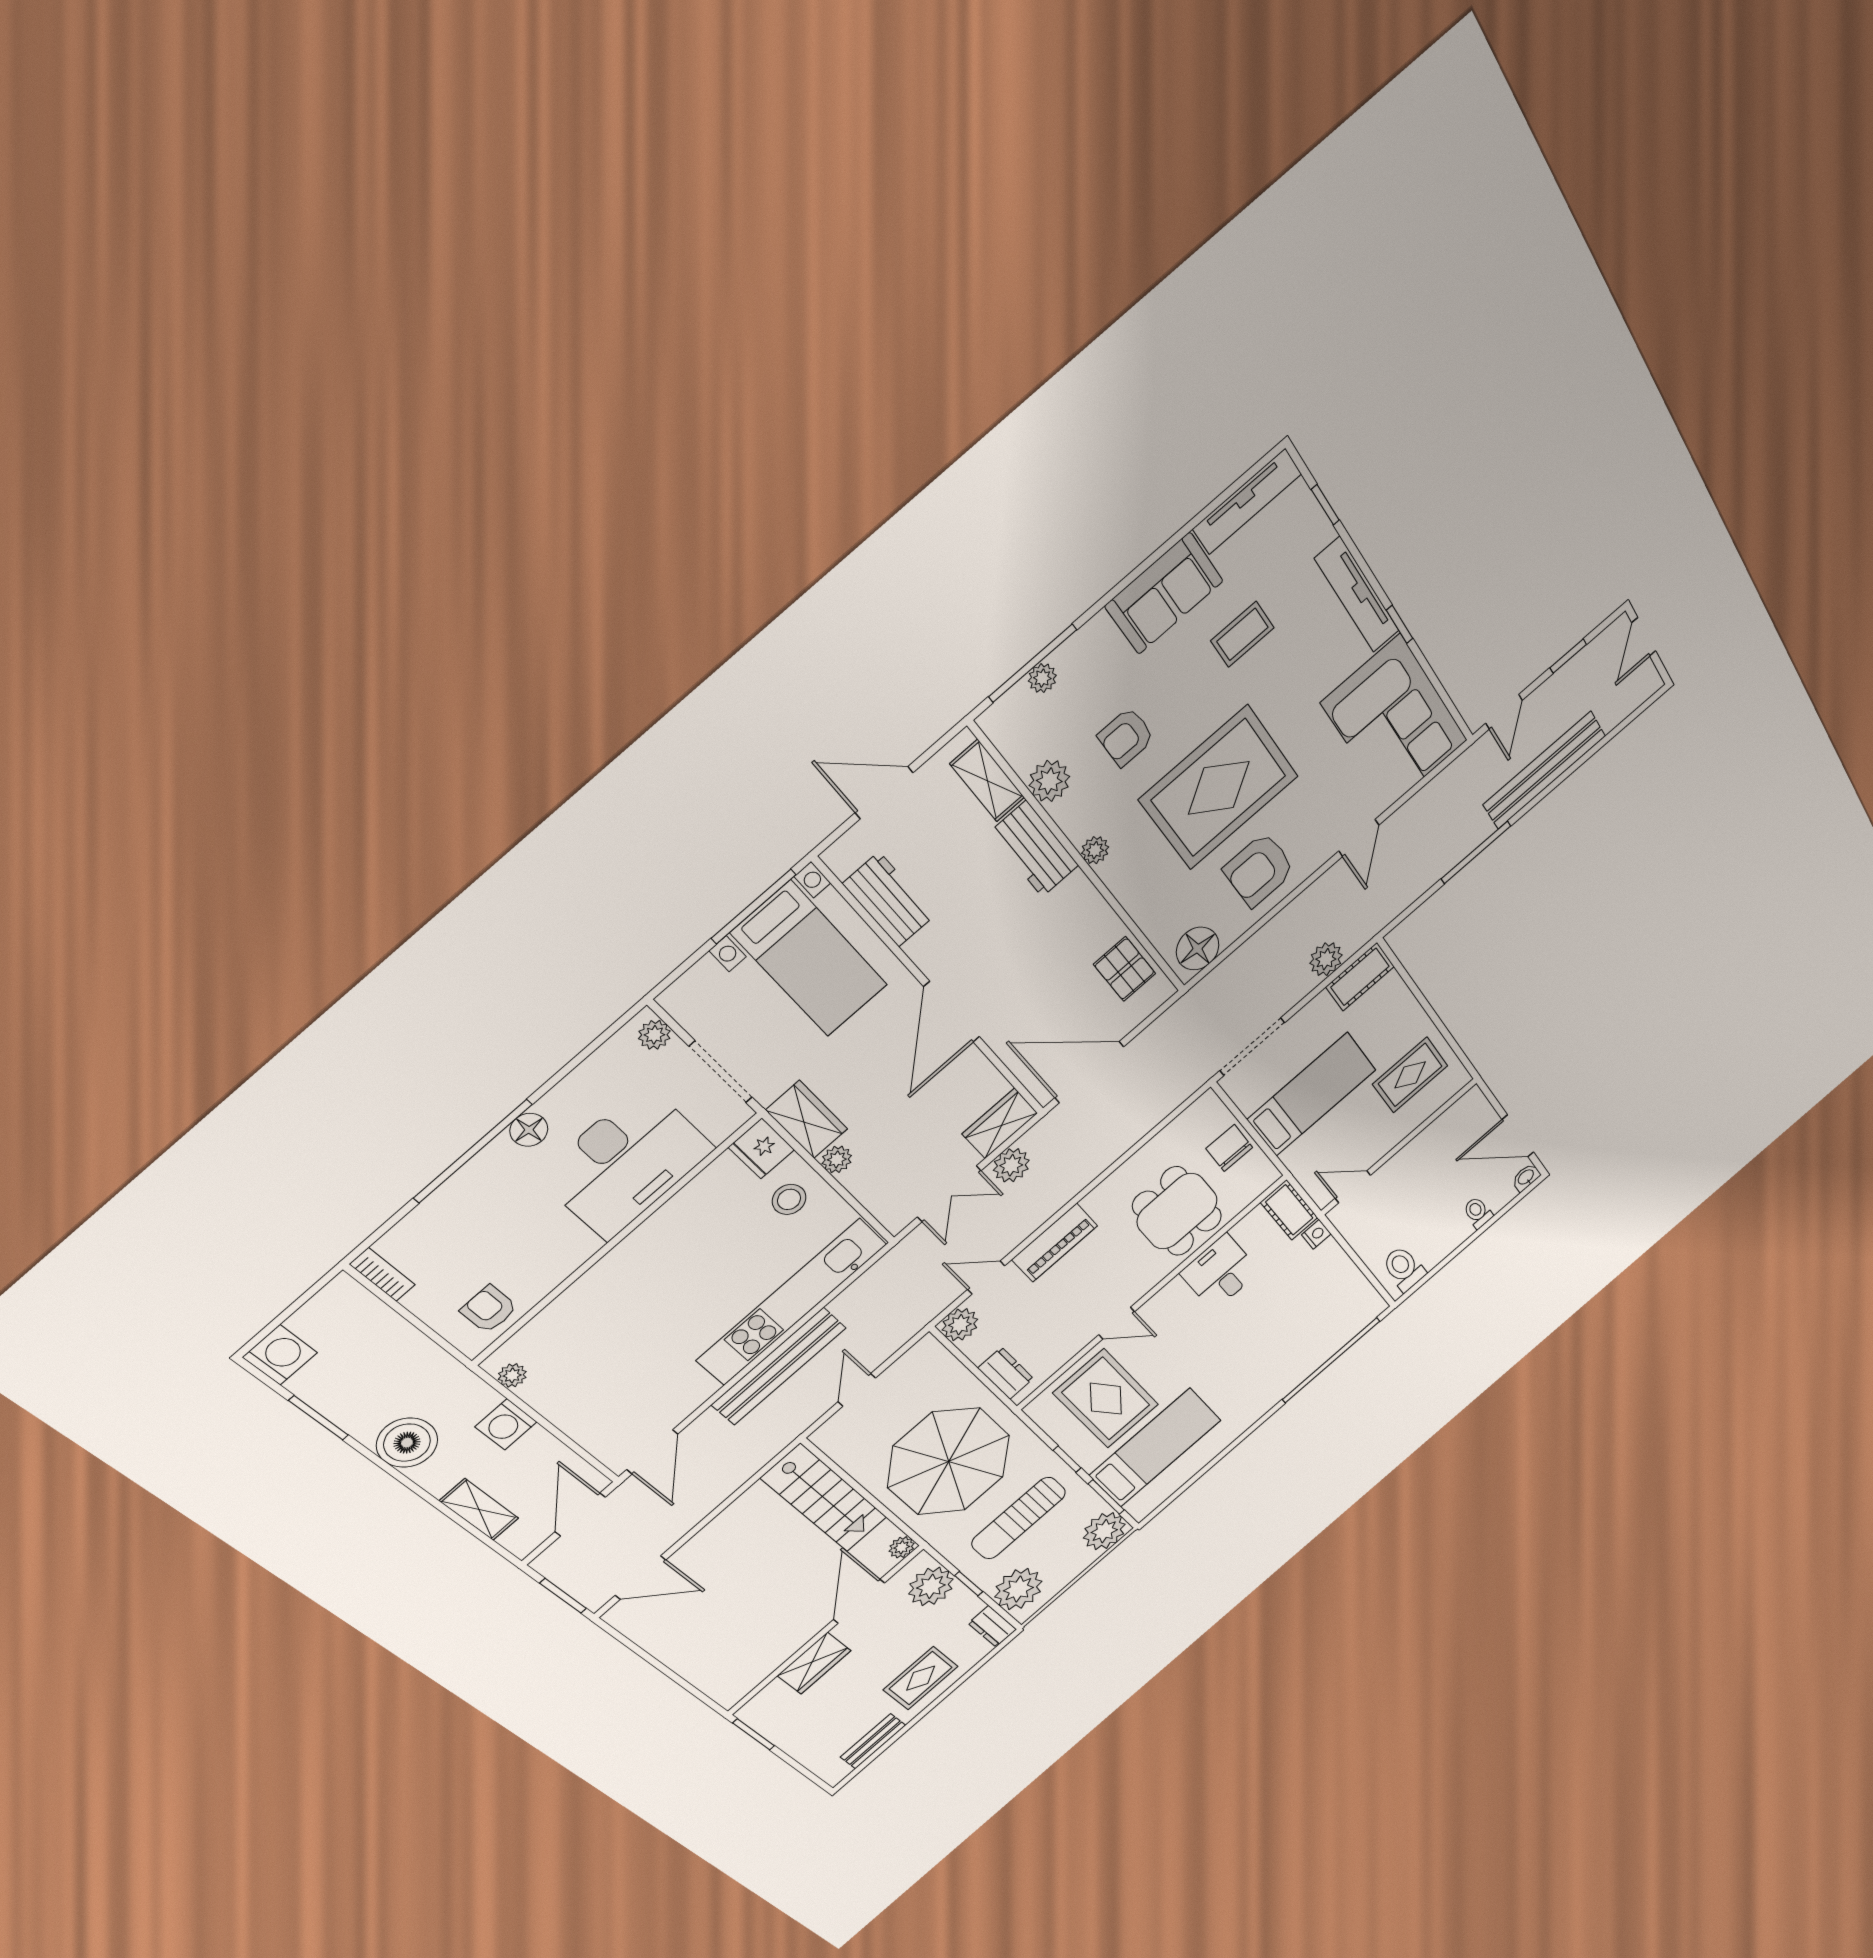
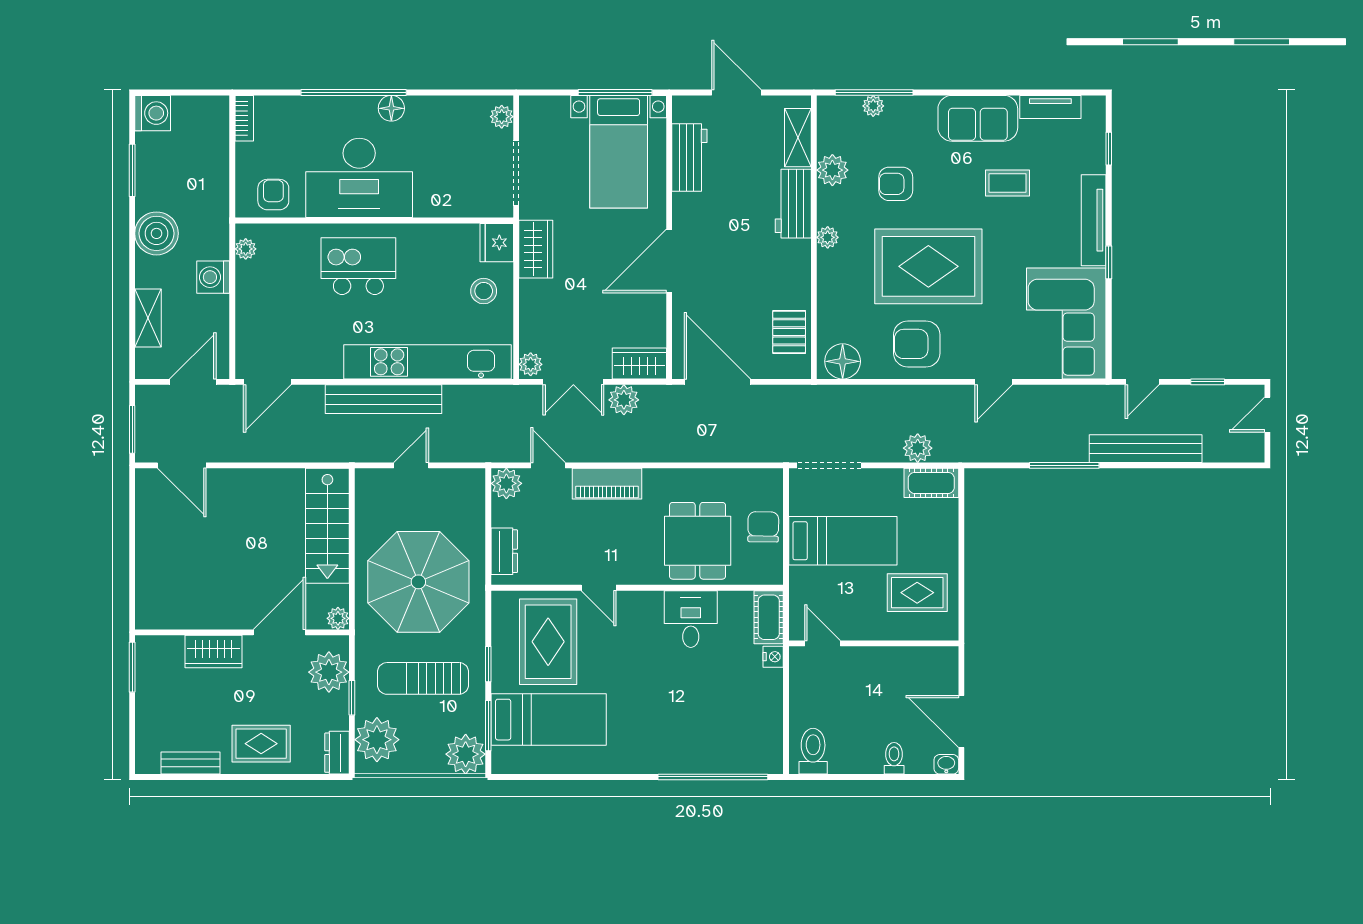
tv unit: (1247, 501) -> (1050, 107), width x0.71
plant: (837, 1159) -> (531, 364), moved
desk: (626, 1163) -> (359, 178), moved
kitchen island: (642, 1289) -> (358, 266), added

